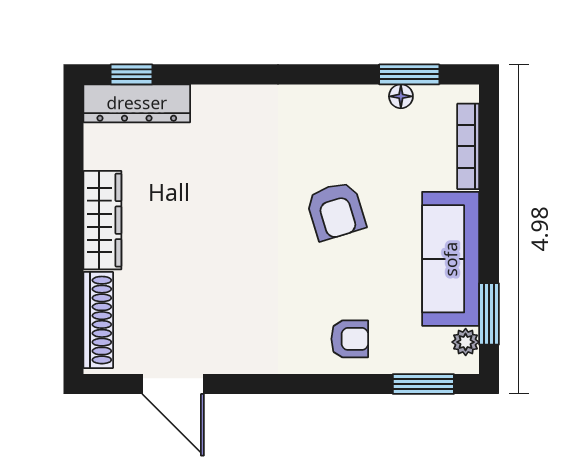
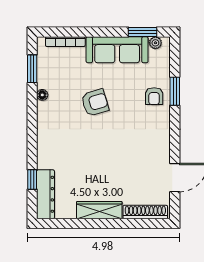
window: (132, 74) -> (32, 180), moved
floor lamp: (401, 96) -> (42, 95), moved
armchair: (350, 339) -> (154, 96), turned 180
window: (423, 384) -> (175, 91), moved

